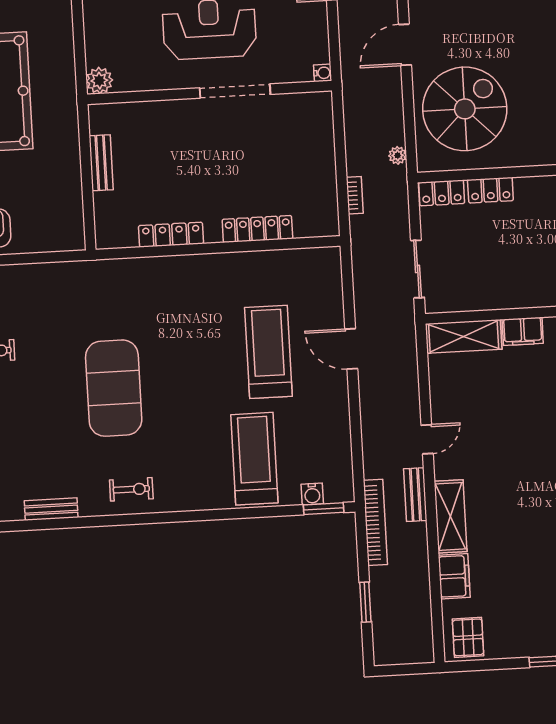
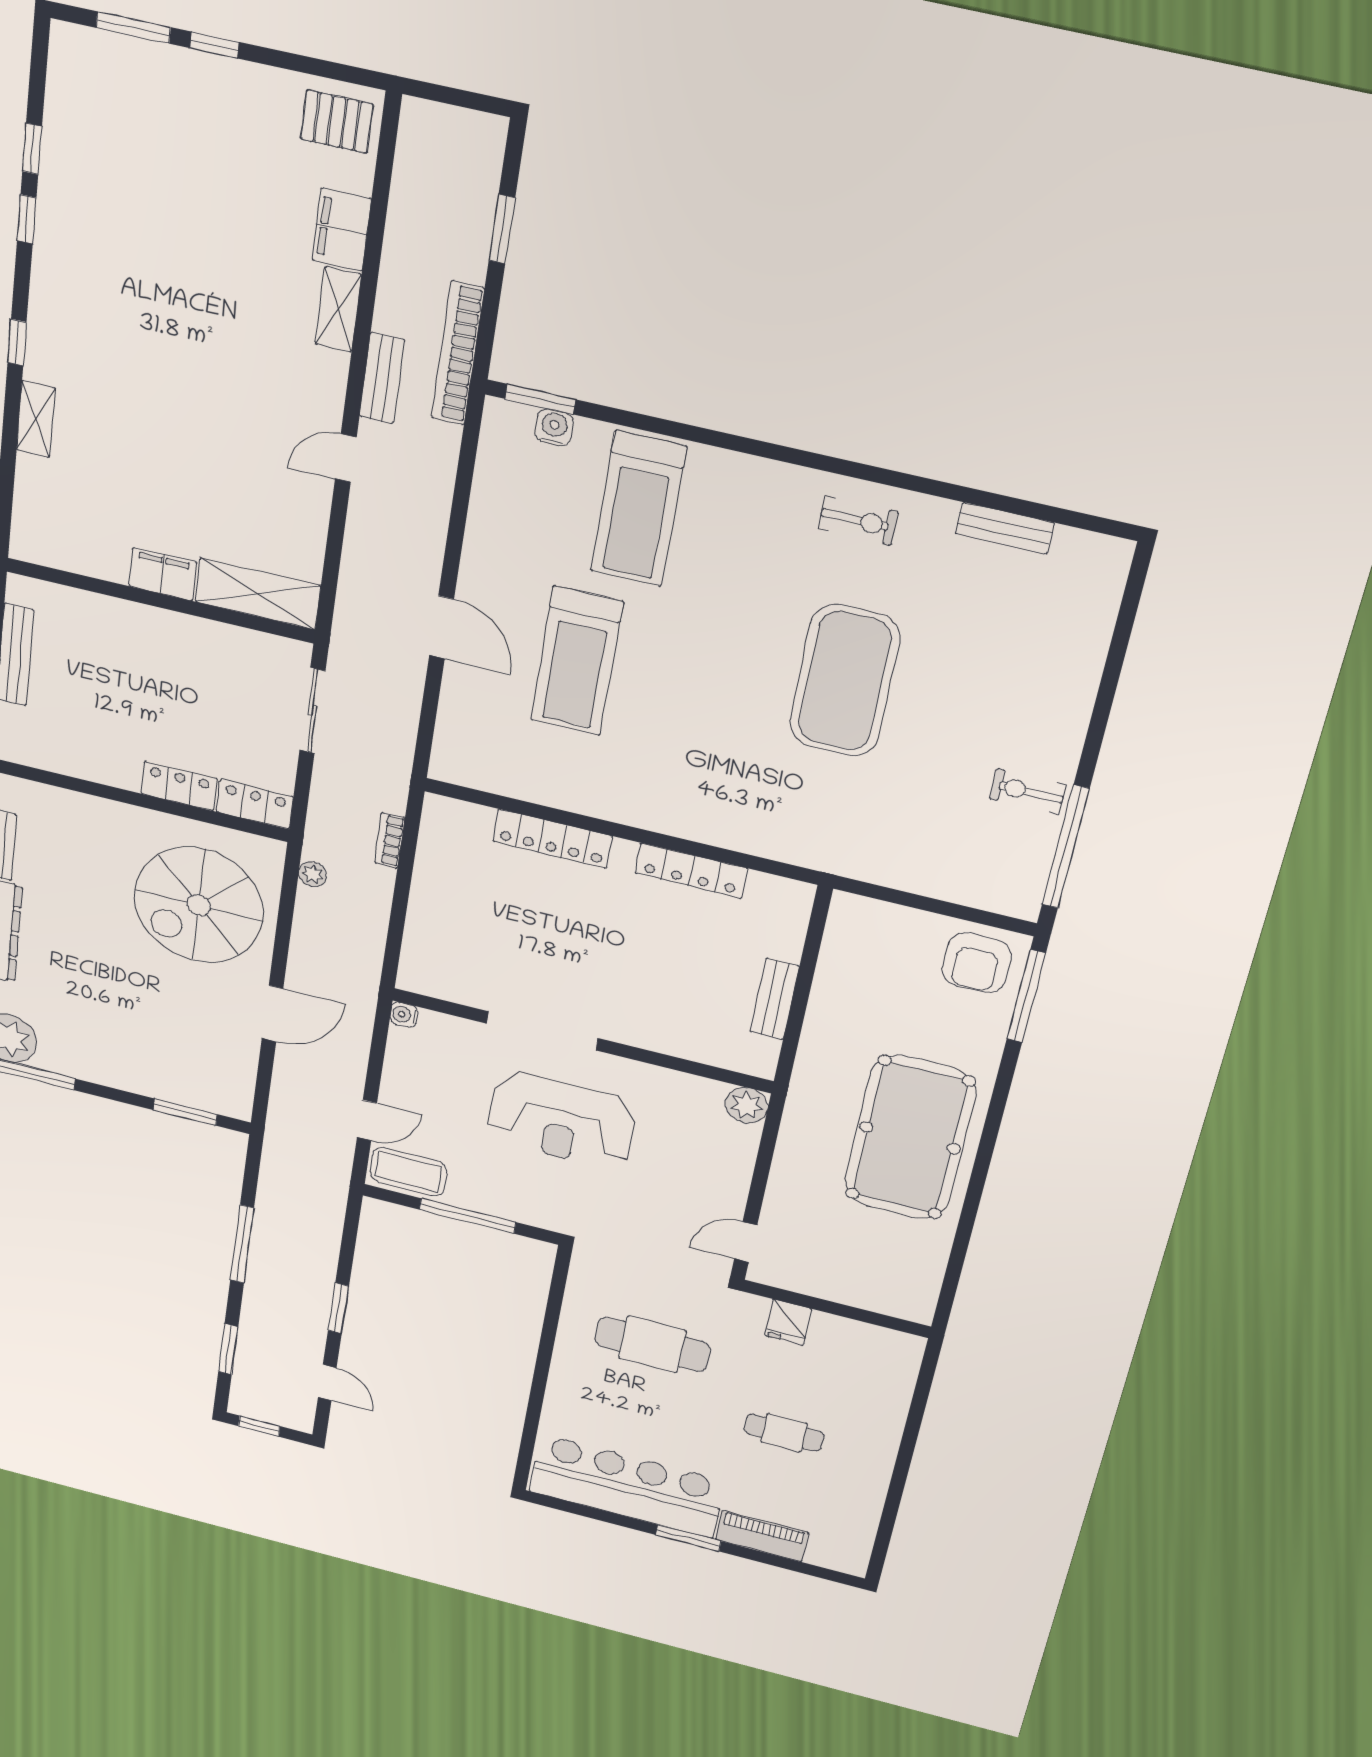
exercise bike: (131, 489) -> (858, 520), turned 180
shelving: (451, 516) -> (338, 309), width x0.67, depth x0.75
pallet: (468, 637) -> (337, 122), turned 90

